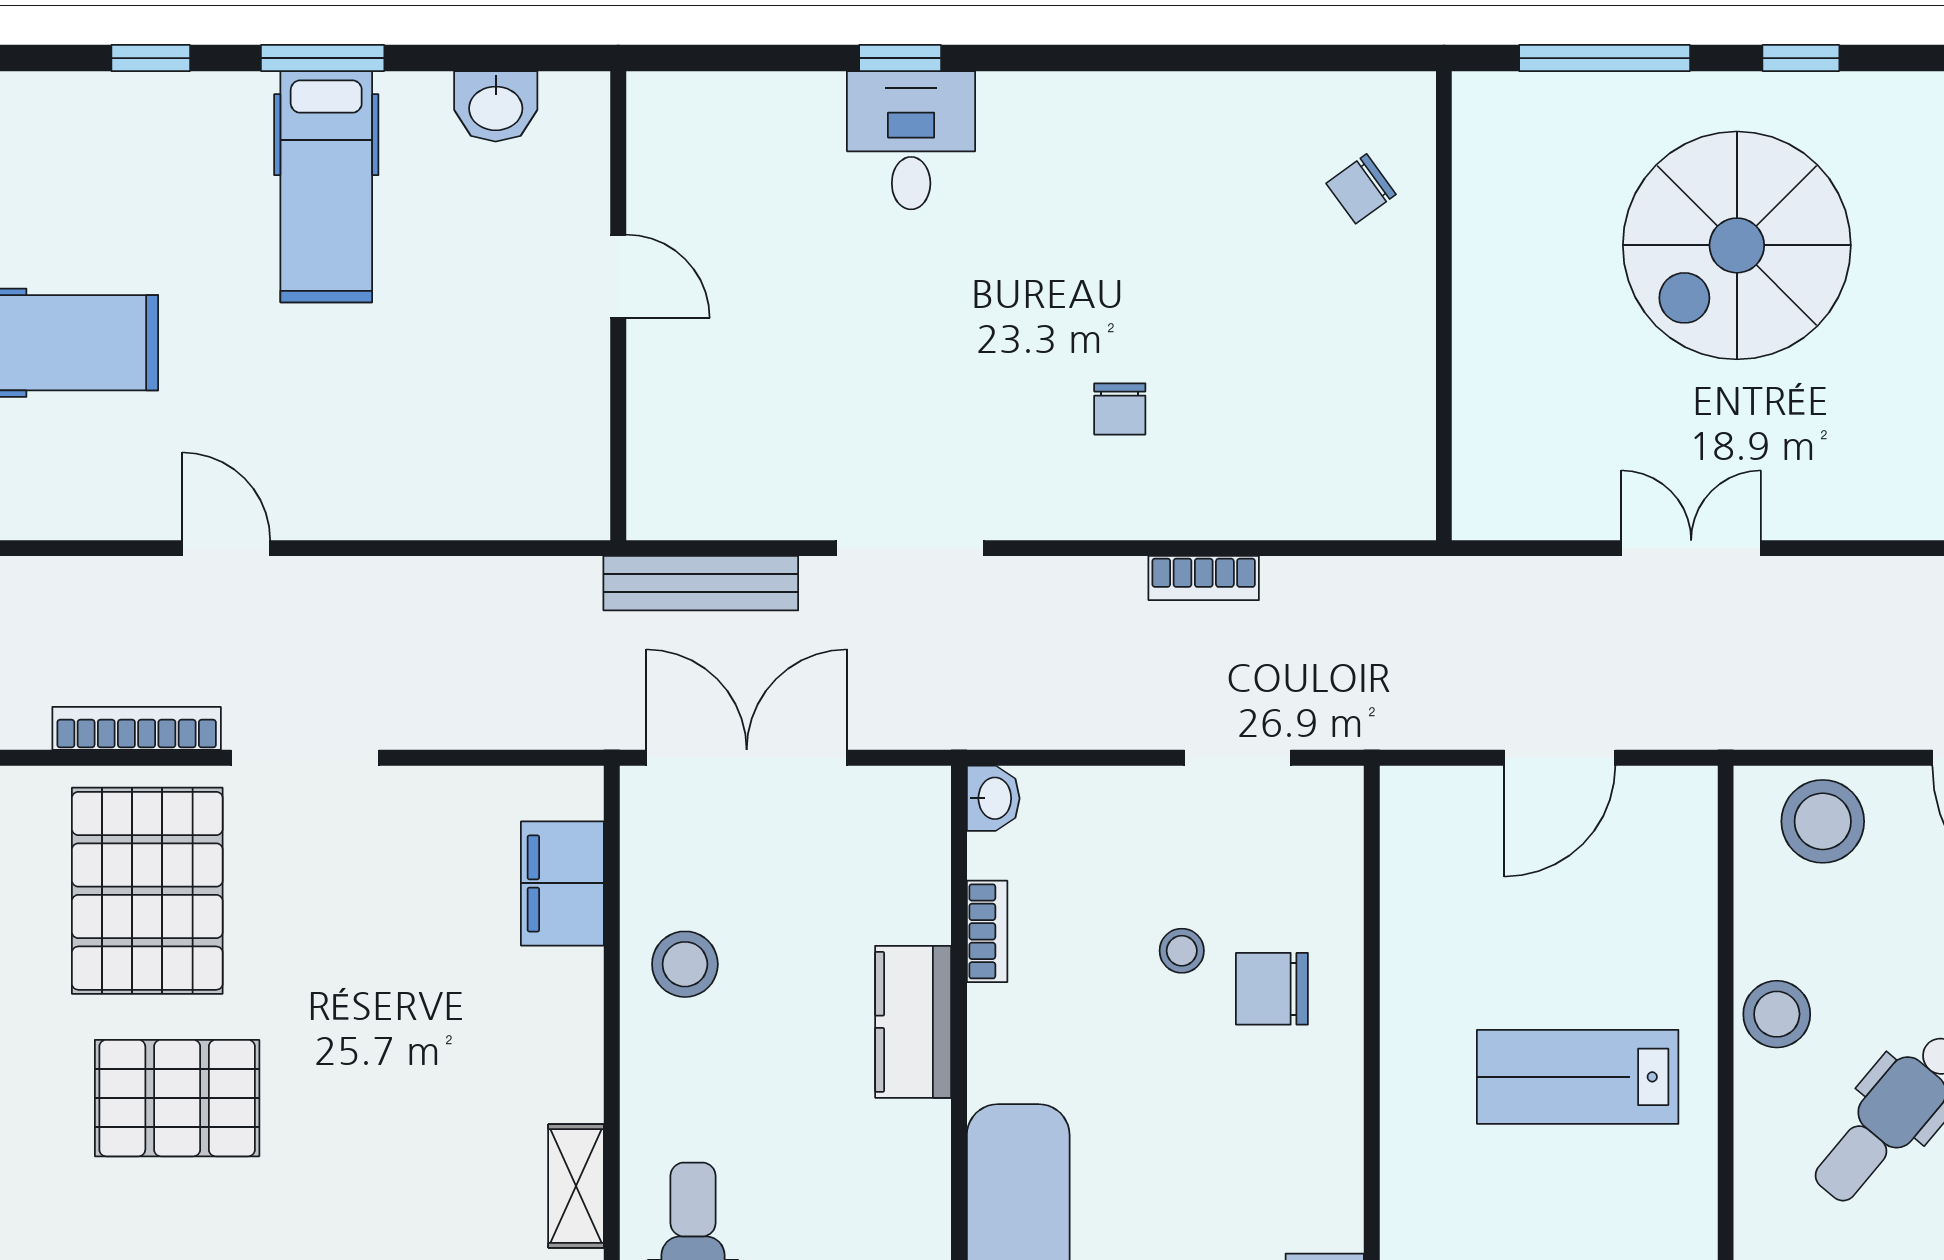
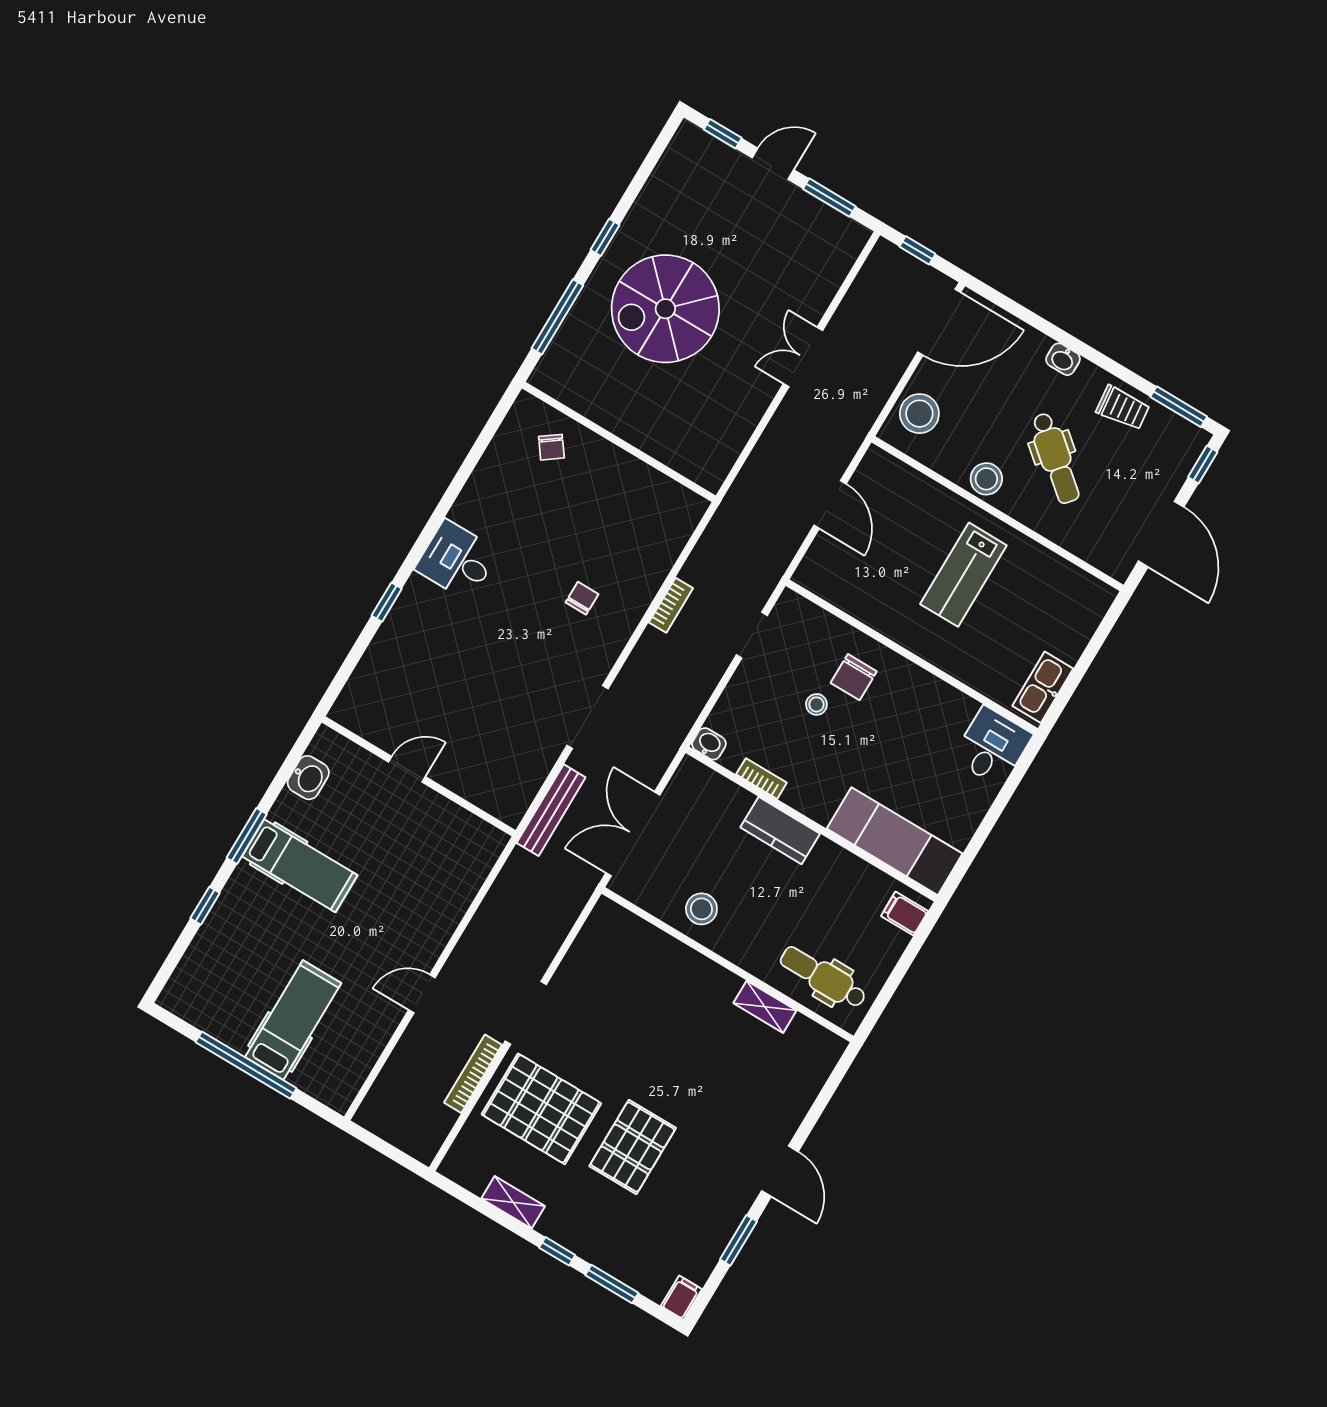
desk: (911, 140) -> (457, 560), moved
spiral stairs: (1737, 245) -> (665, 309), turned 90
chair: (1120, 409) -> (582, 598), turned -90
double door: (1691, 548) -> (803, 357), moved
filing cabinet: (562, 883) -> (639, 939), removed

